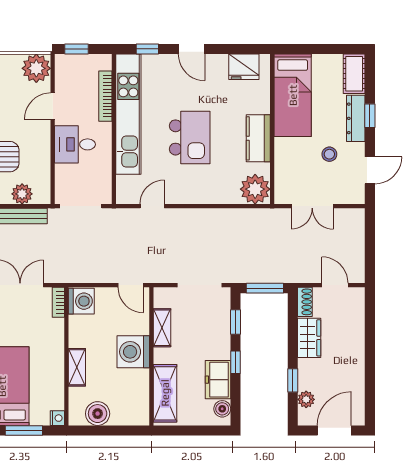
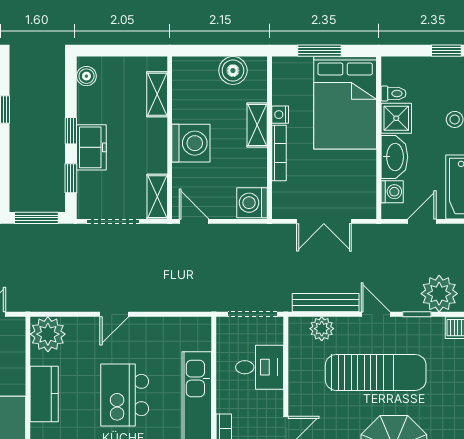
desk: (75, 144) -> (260, 367), moved
door: (152, 206) -> (114, 314), moved
bookcase: (58, 302) -> (279, 153), moved, width x1.56
shelving: (162, 328) -> (157, 197), moved
freezer: (218, 380) -> (91, 147), moved
shelving: (165, 393) -> (157, 94), width x0.67, depth x0.75
nightstand: (57, 418) -> (280, 115), moved

